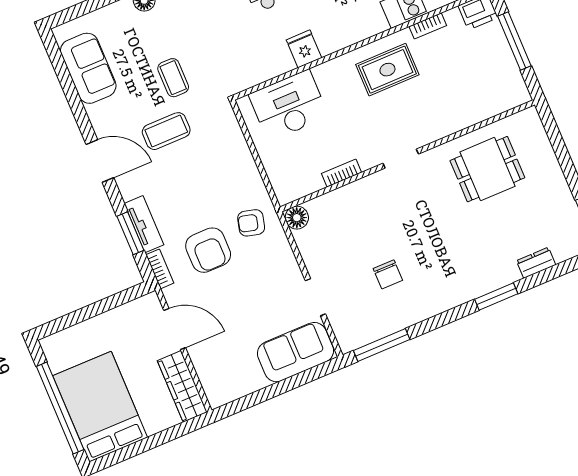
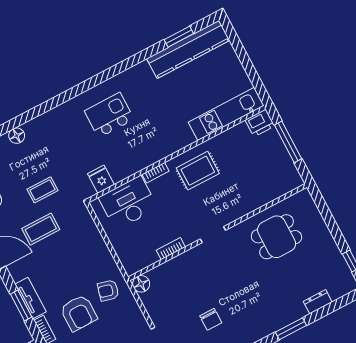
bookcase: (428, 26) -> (156, 173), moved
fridge: (304, 49) -> (101, 179), moved
coffee table: (173, 78) -> (42, 190), turned 90

